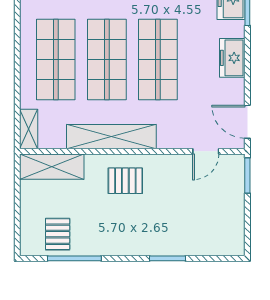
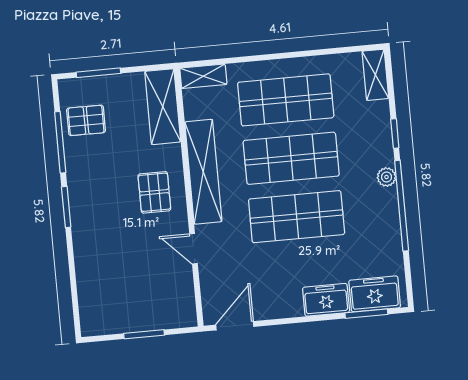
freezer: (232, 58) -> (326, 300), moved
door: (206, 151) -> (194, 249), moved
window: (247, 175) -> (144, 334), moved
window: (17, 220) -> (98, 73), added
window: (167, 258) -> (66, 207), moved

